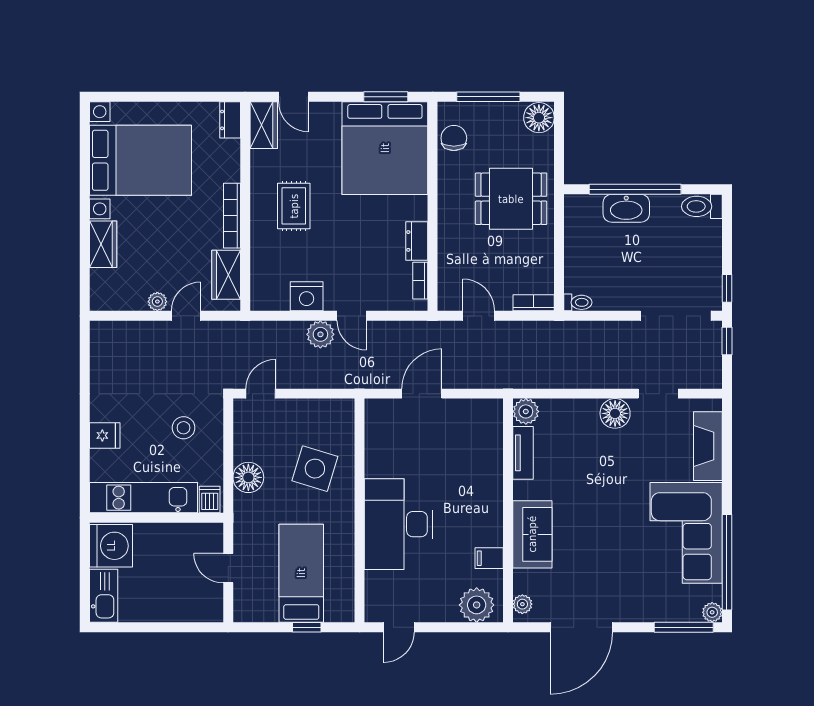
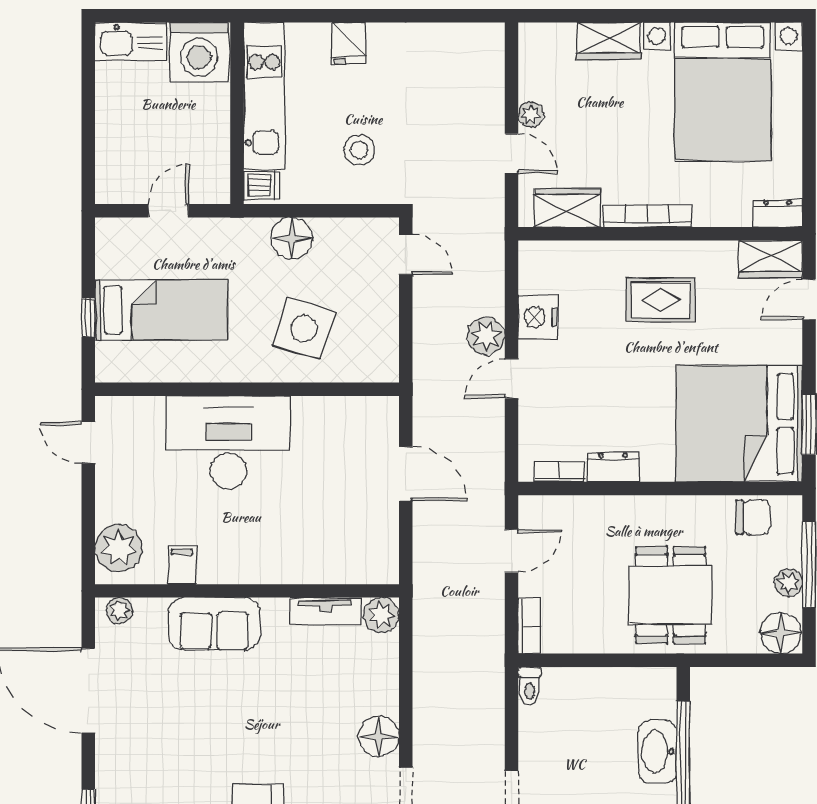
plant: (502, 112) -> (789, 583), added

